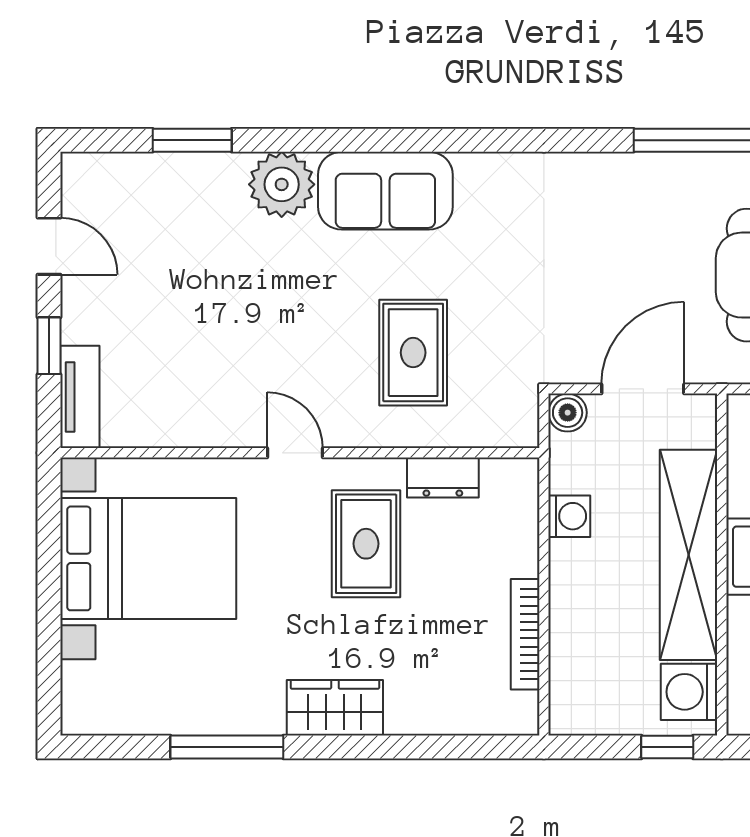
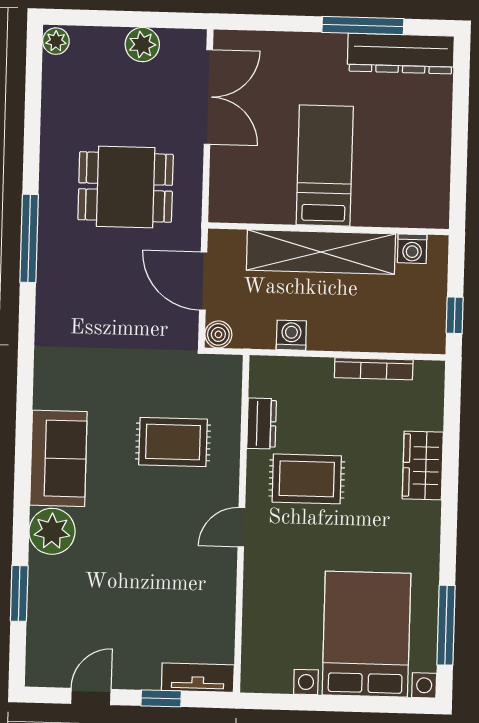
bed with nightstands: (148, 558) -> (366, 634), moved
washing machine: (689, 692) -> (412, 249), width x0.73, depth x0.73
wardrobe: (335, 708) -> (423, 466), moved
window: (227, 747) -> (446, 625), moved
window: (667, 747) -> (455, 315), moved

